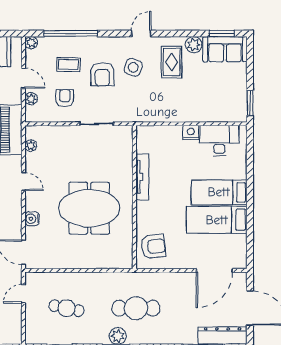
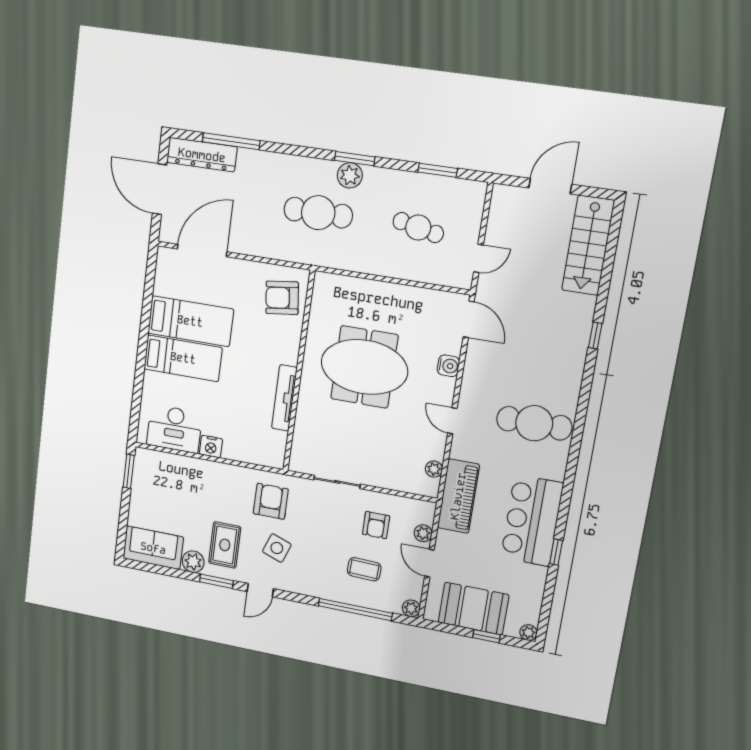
window: (222, 34) -> (216, 581), moved
armchair: (102, 74) -> (271, 501), moved

